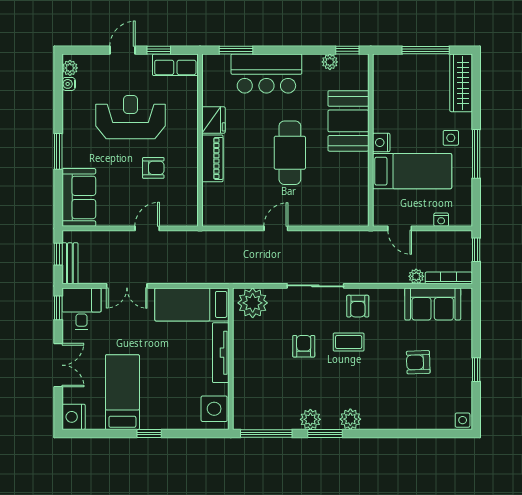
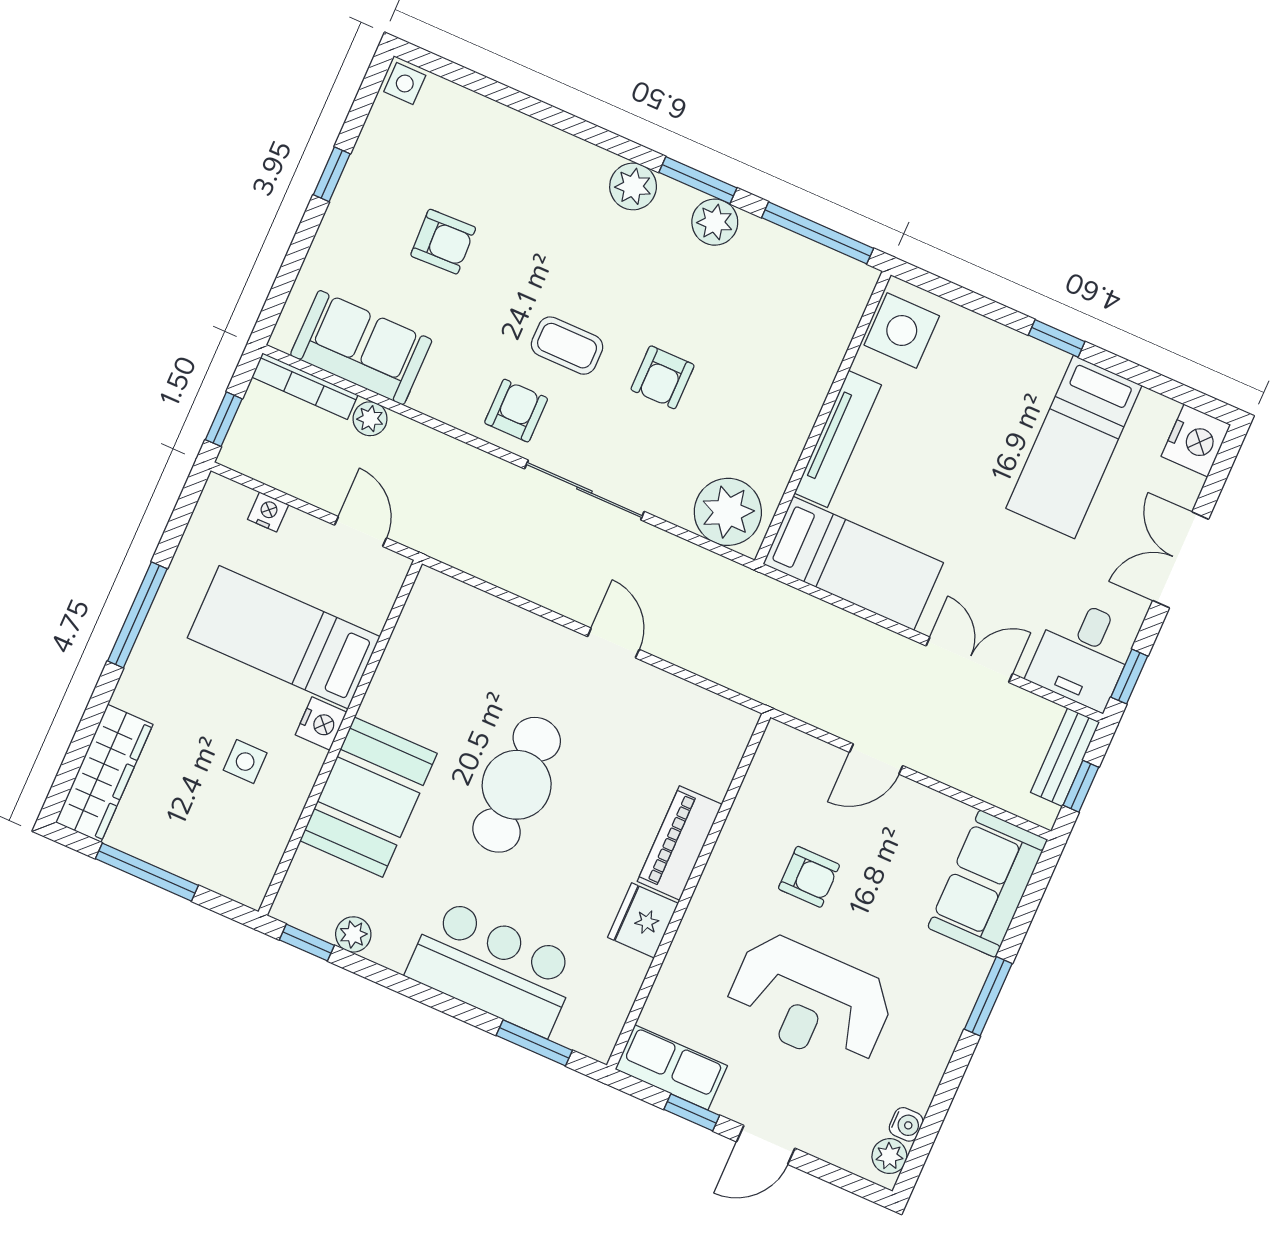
side table: (451, 138) -> (245, 762), moved
armchair: (153, 168) -> (809, 877), turned 180
door: (276, 228) -> (613, 643), swing flipped

